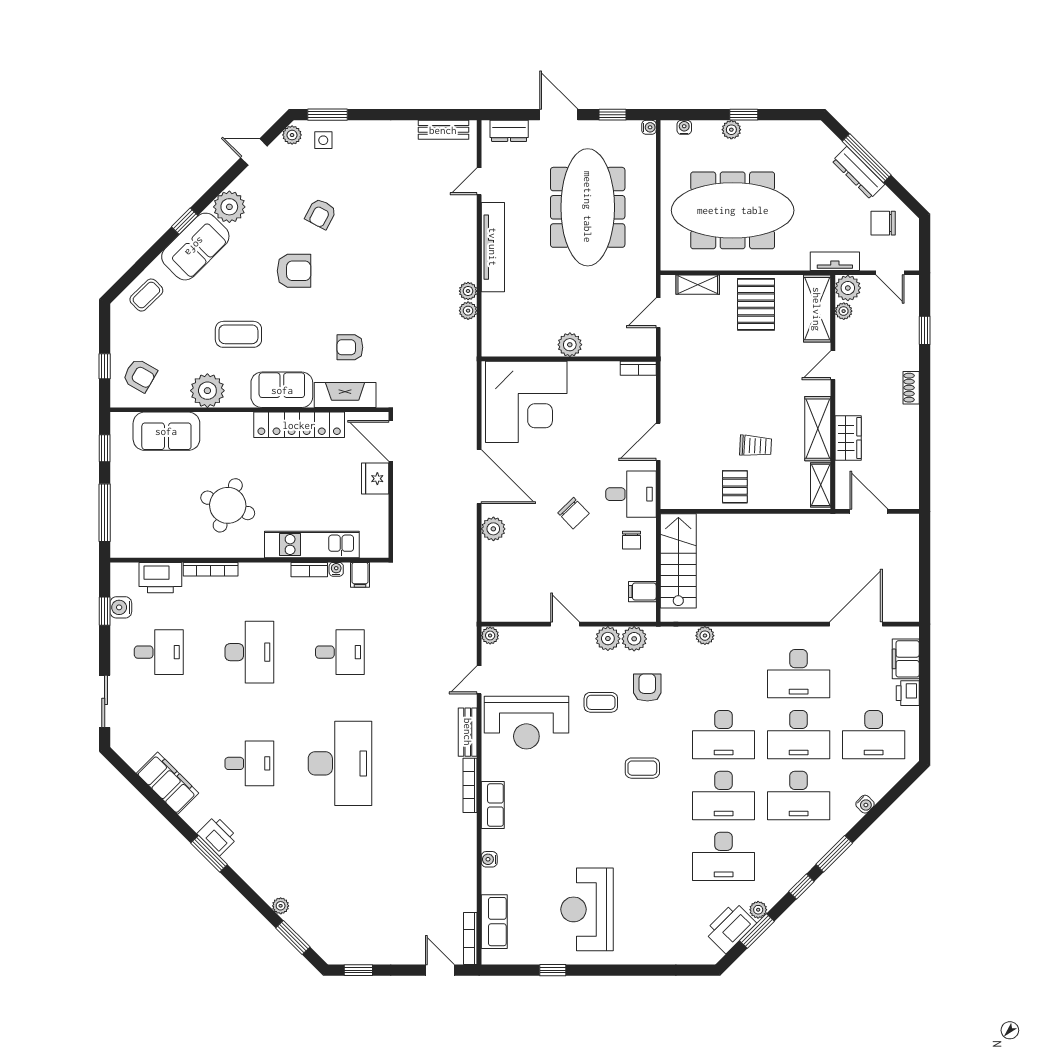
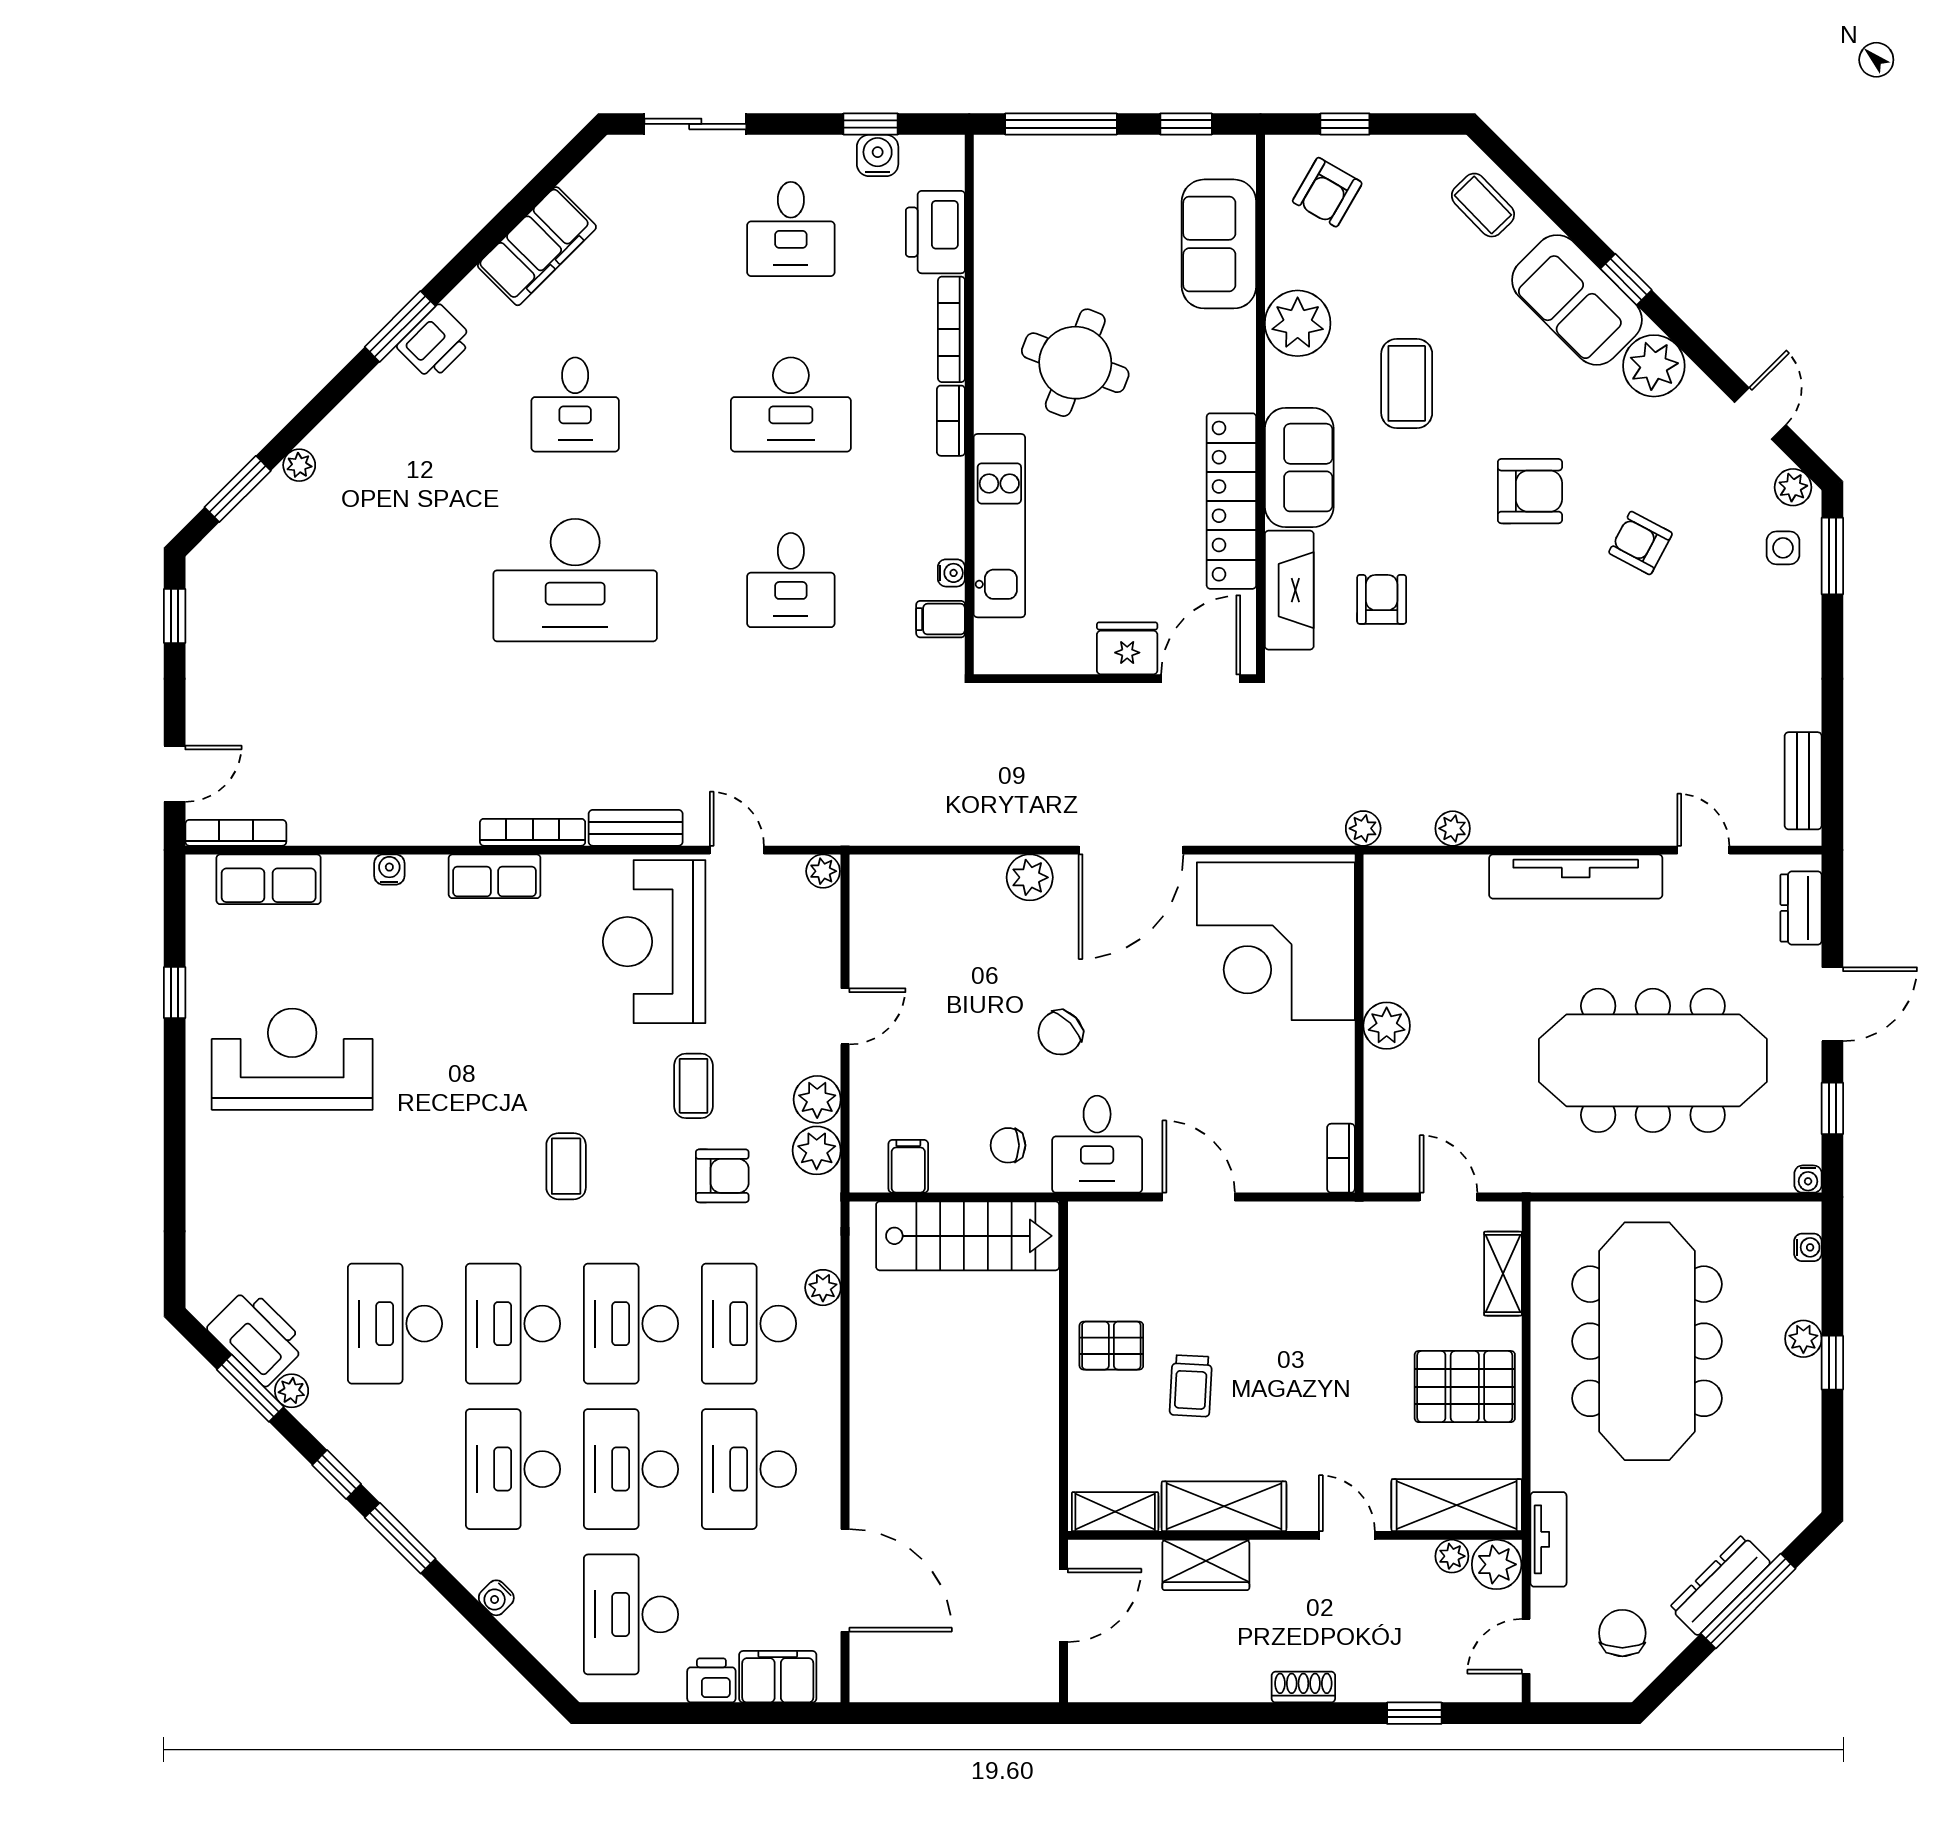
armchair: (294, 271) -> (1530, 491), turned -90
plant: (468, 291) -> (1363, 828), moved
bookcase: (309, 570) -> (951, 421), moved
desk: (724, 674) -> (749, 1324), added

